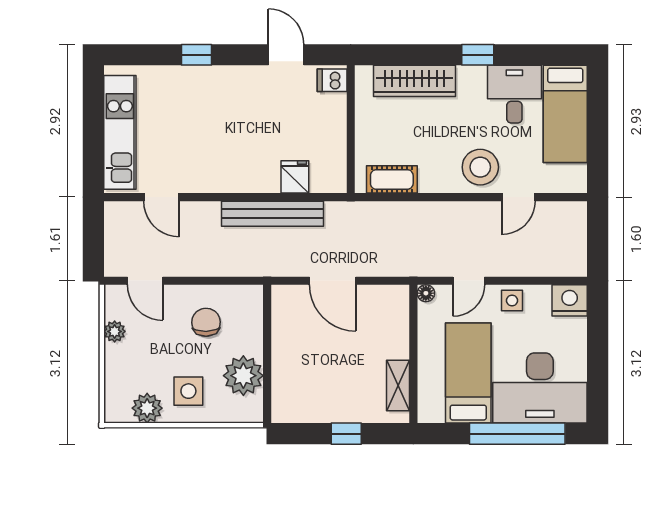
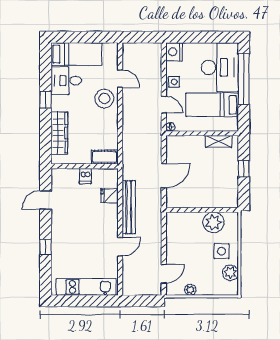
dishwasher: (332, 80) -> (85, 176), moved
cot: (392, 179) -> (105, 157), moved, turned 90
door: (161, 197) -> (120, 247), moved
chair: (206, 322) -> (185, 242), removed

